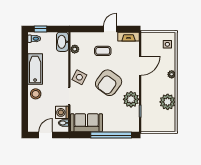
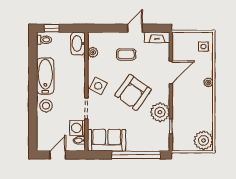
plant: (168, 102) -> (204, 140), moved

